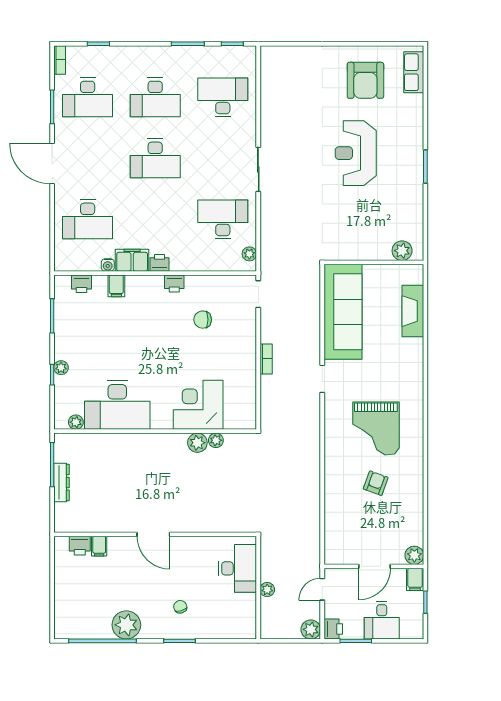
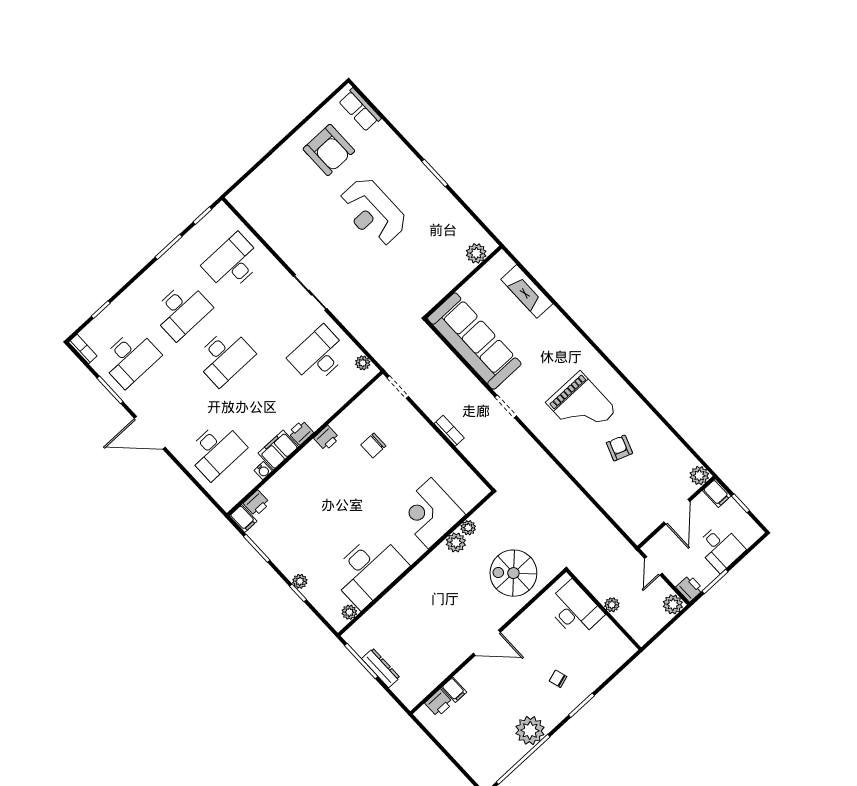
filing cabinet: (116, 286) -> (243, 518), moved
spiral stairs: (218, 502) -> (513, 573), added

